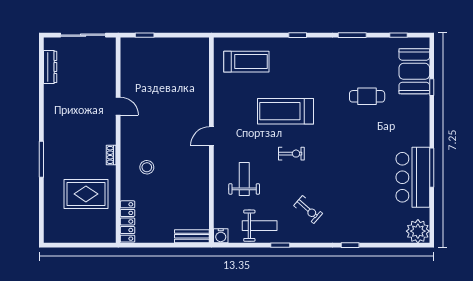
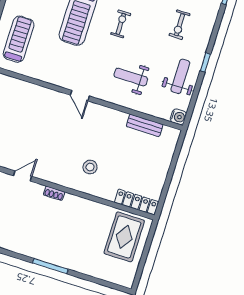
shoe rack: (111, 155) -> (54, 193), moved
rug: (86, 194) -> (124, 237), moved
exercise bike: (308, 209) -> (180, 25), turned 138
bench: (192, 236) -> (145, 125), moved, turned 90

